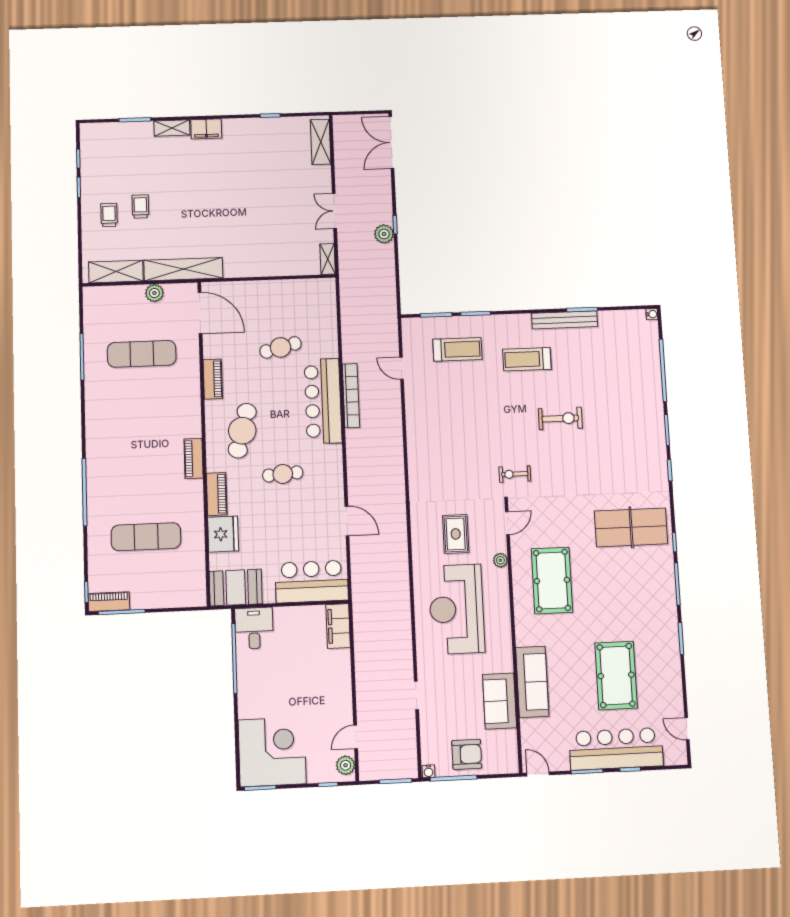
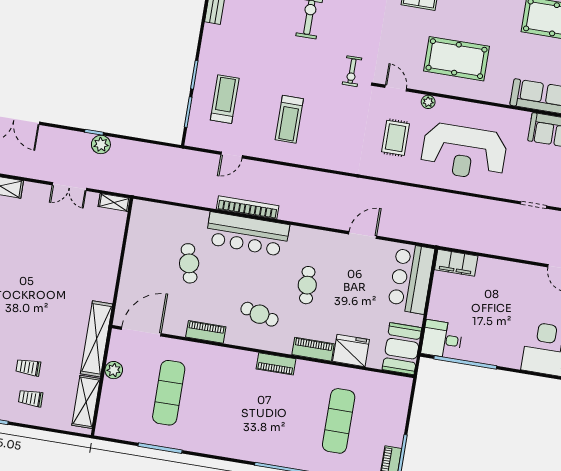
treadmill: (527, 359) -> (289, 119), moved
cafe table: (242, 431) -> (260, 314), width x0.73, depth x0.74
rug: (456, 534) -> (396, 138), turned 90

